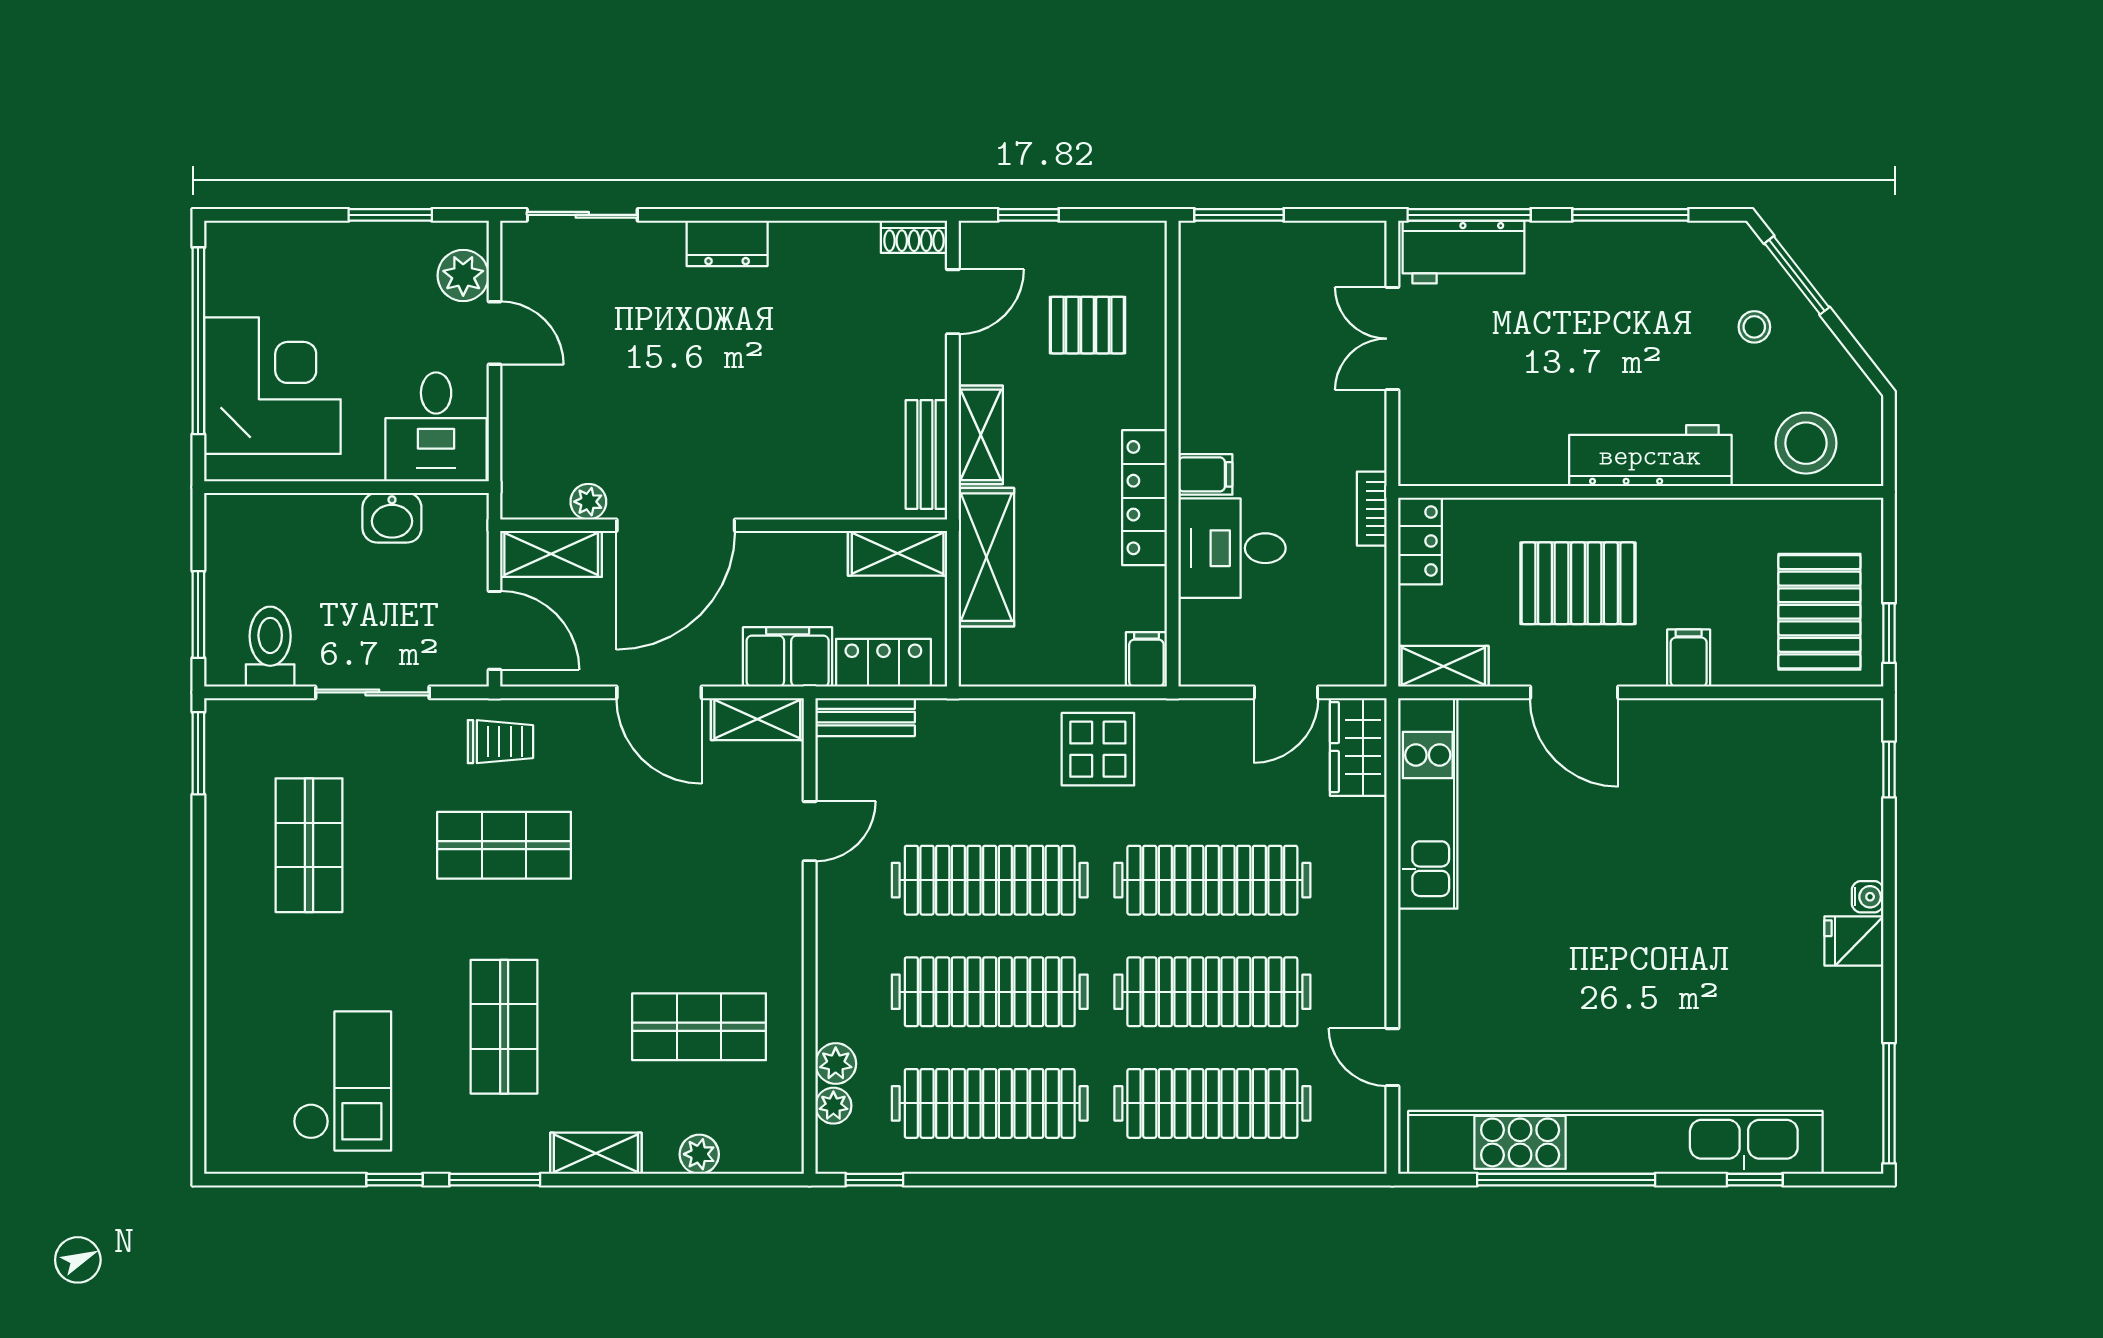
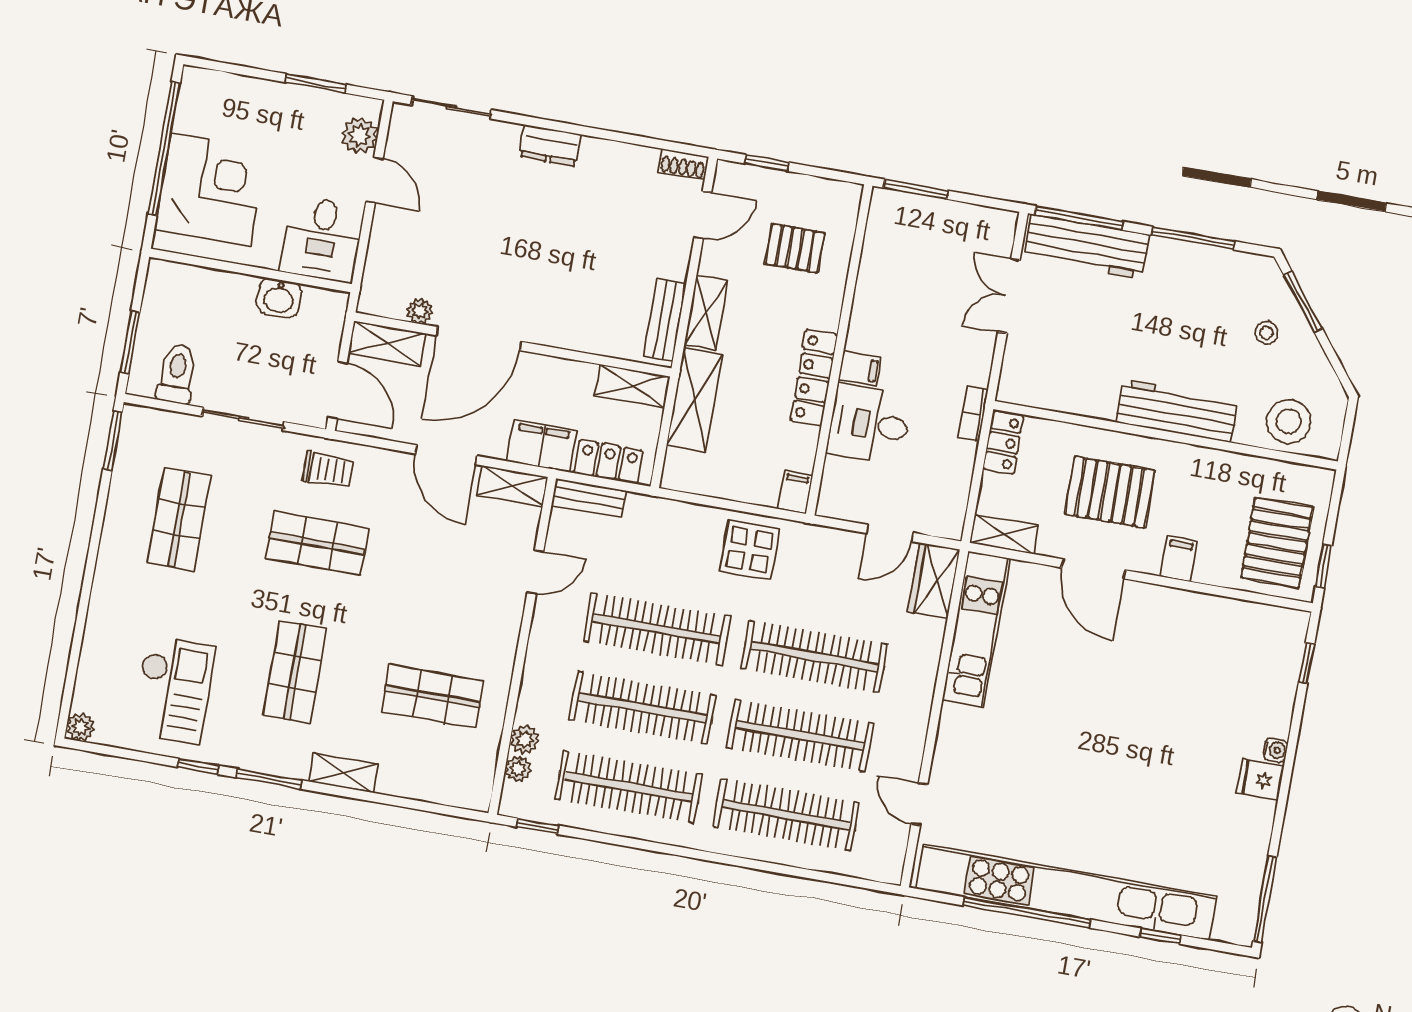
workbench: (1464, 252) -> (1086, 246), width x1.38
plant: (699, 1154) -> (80, 727), moved

